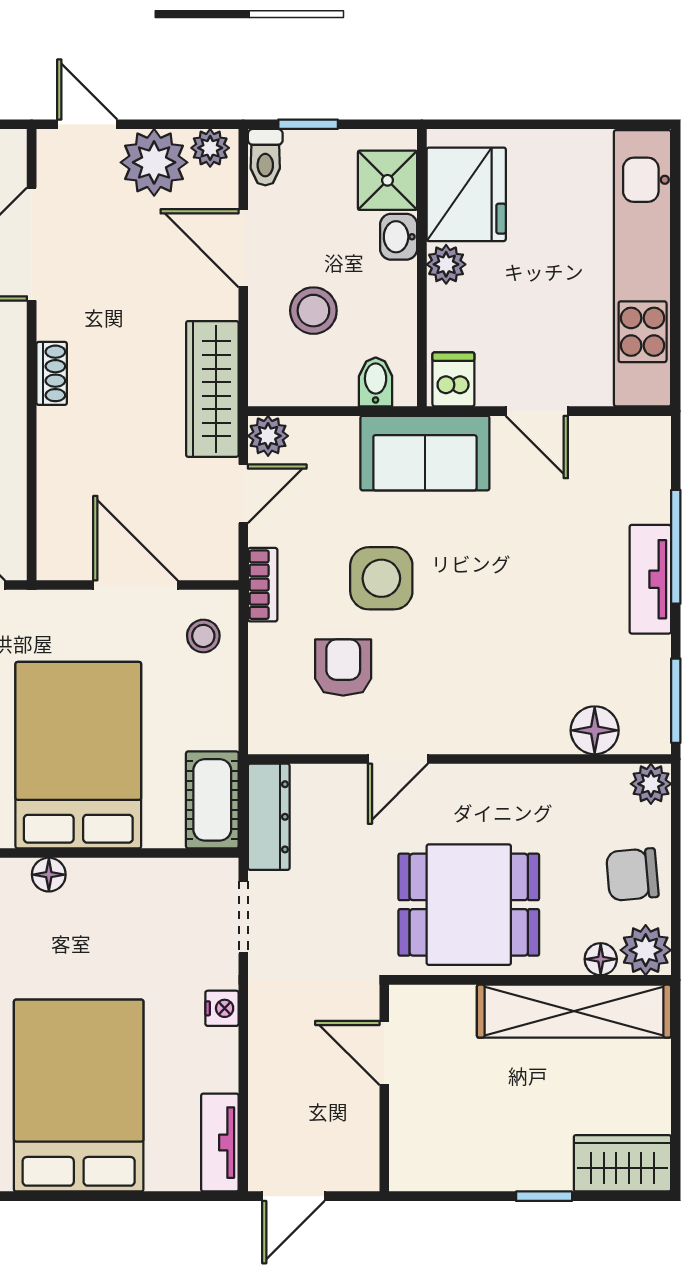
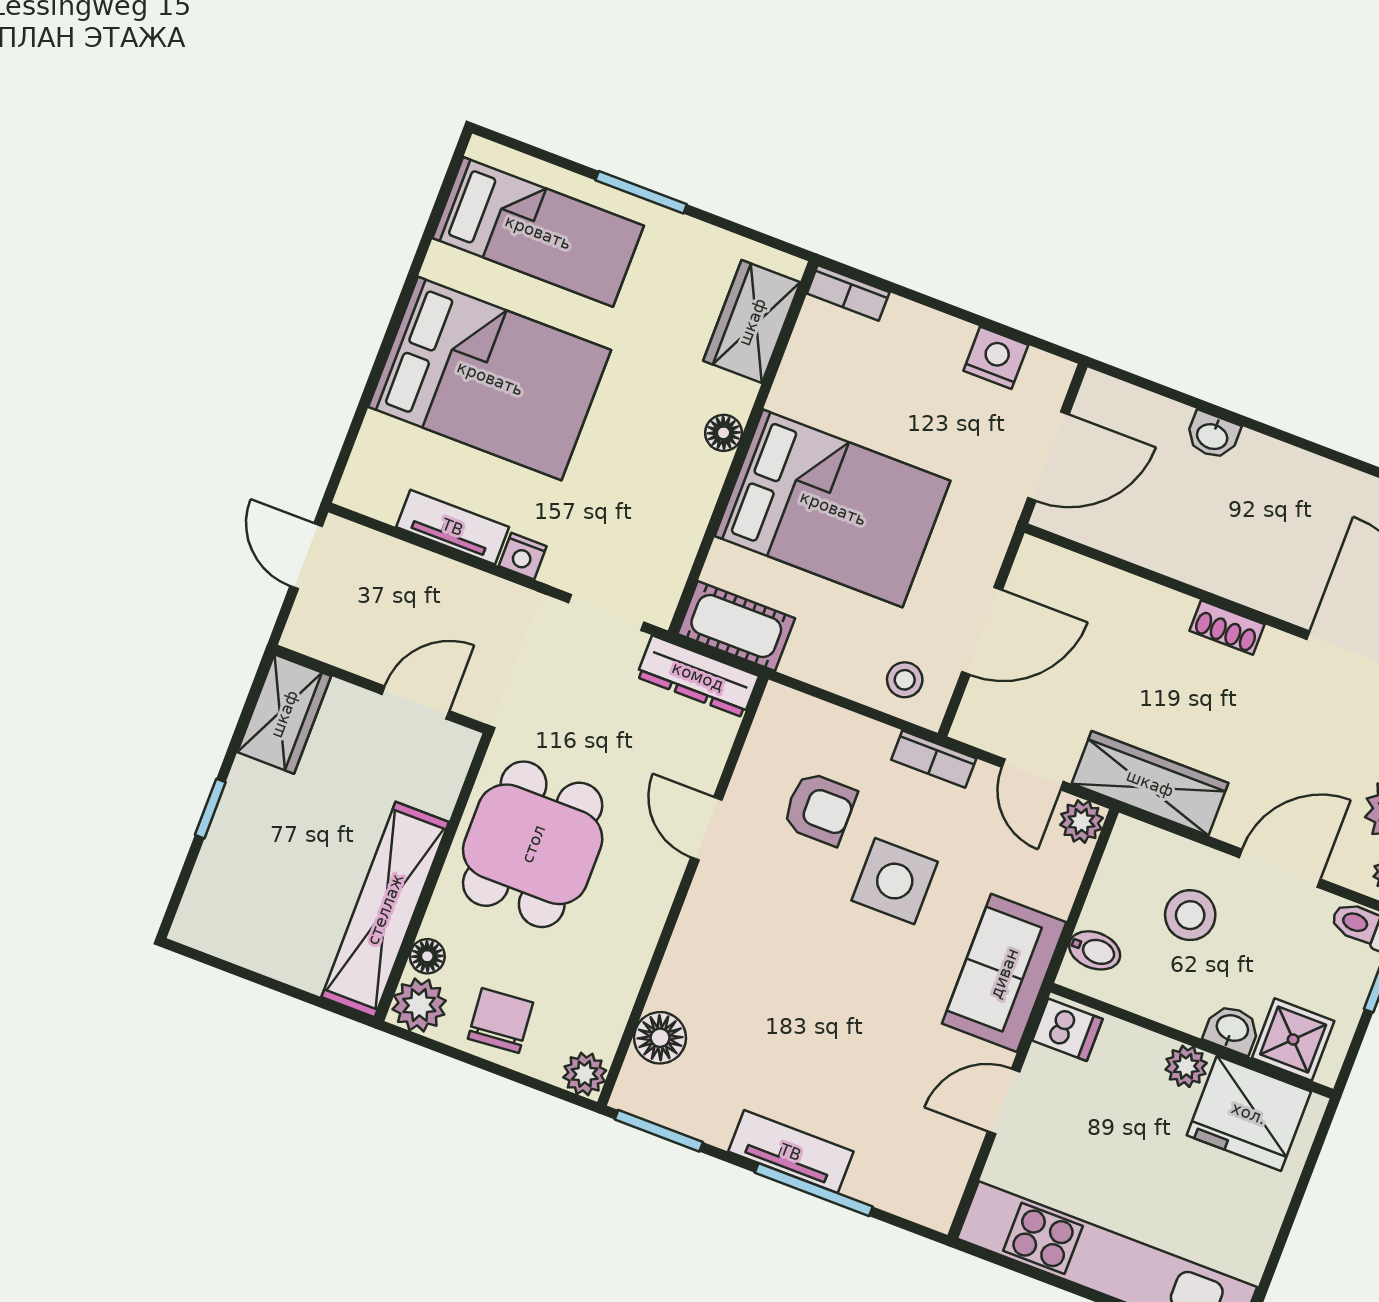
tv unit: (220, 1143) -> (453, 527), moved
wardrobe: (622, 1163) -> (284, 714), moved

